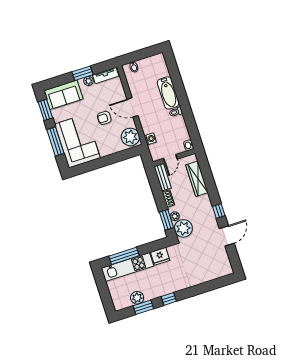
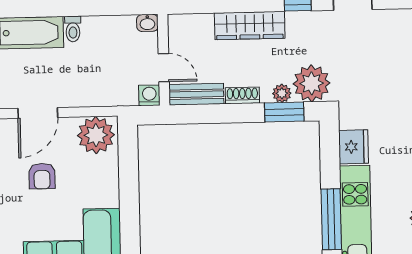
washing machine: (150, 139) -> (149, 95), moved
wardrobe: (197, 179) -> (250, 26), moved

